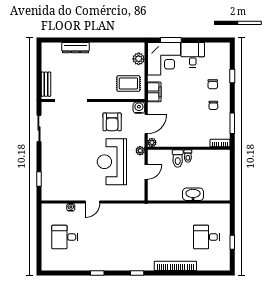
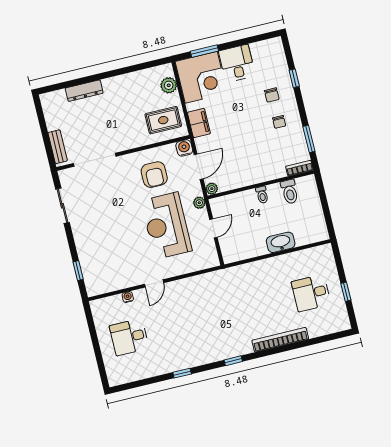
toilet: (178, 159) -> (290, 192), moved

